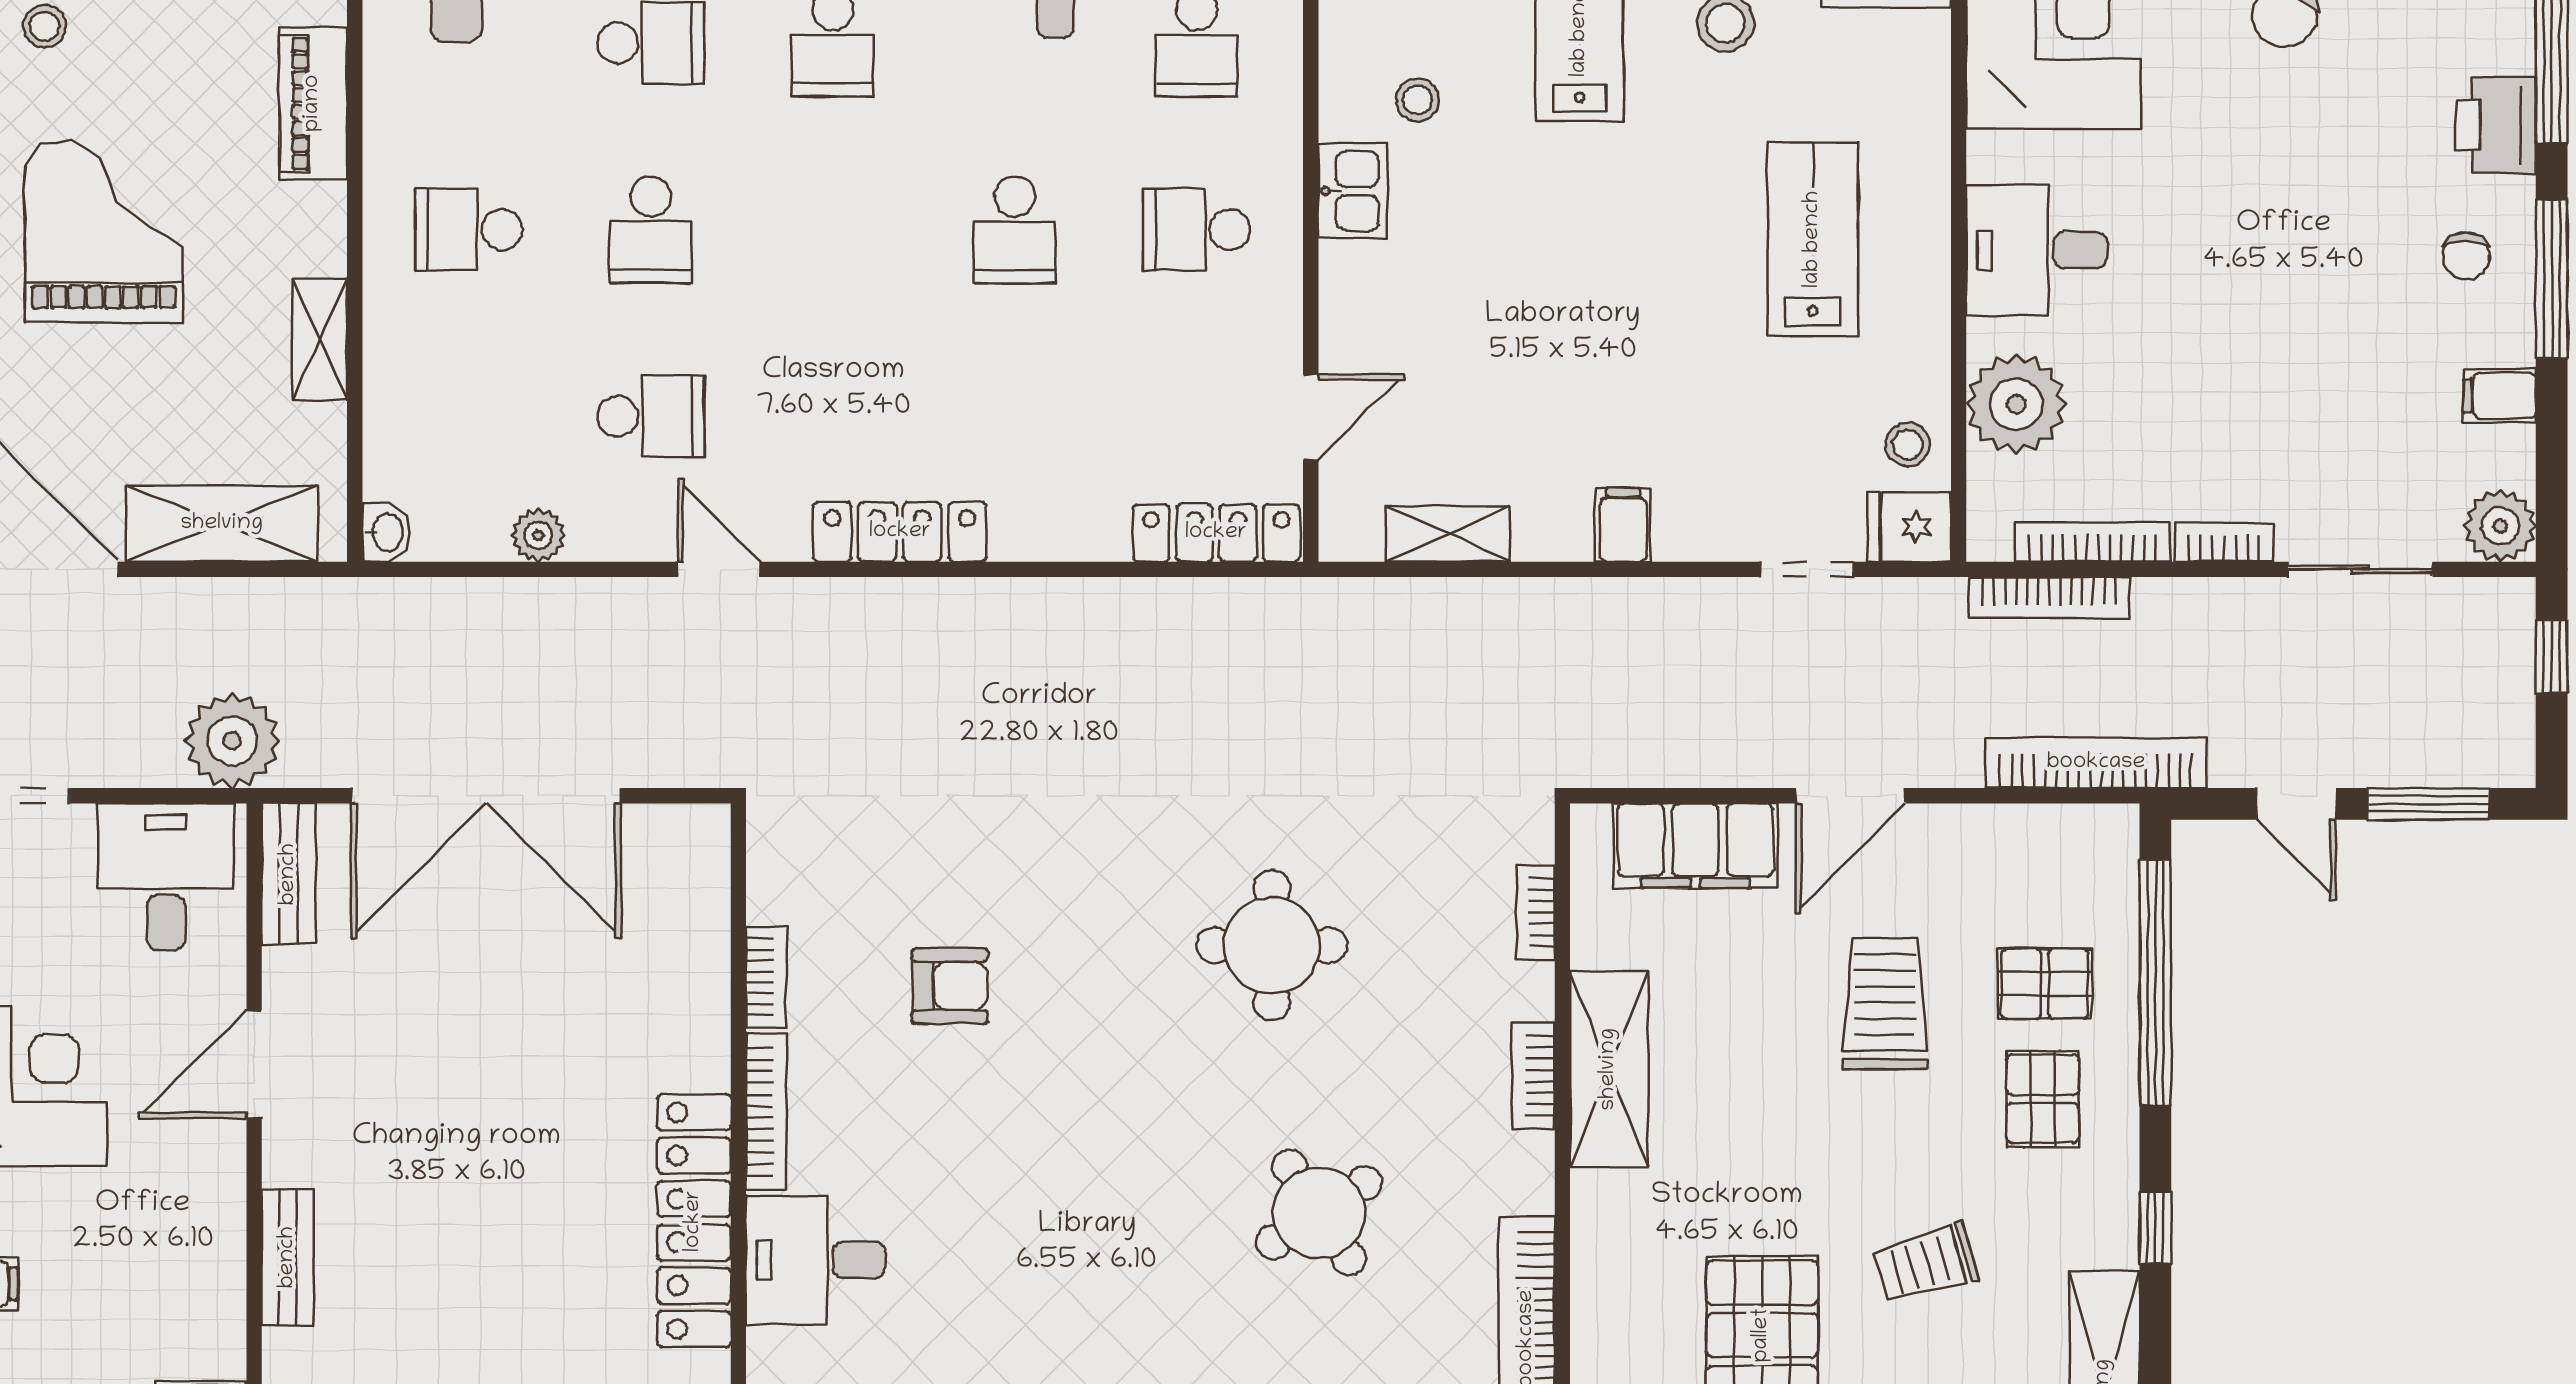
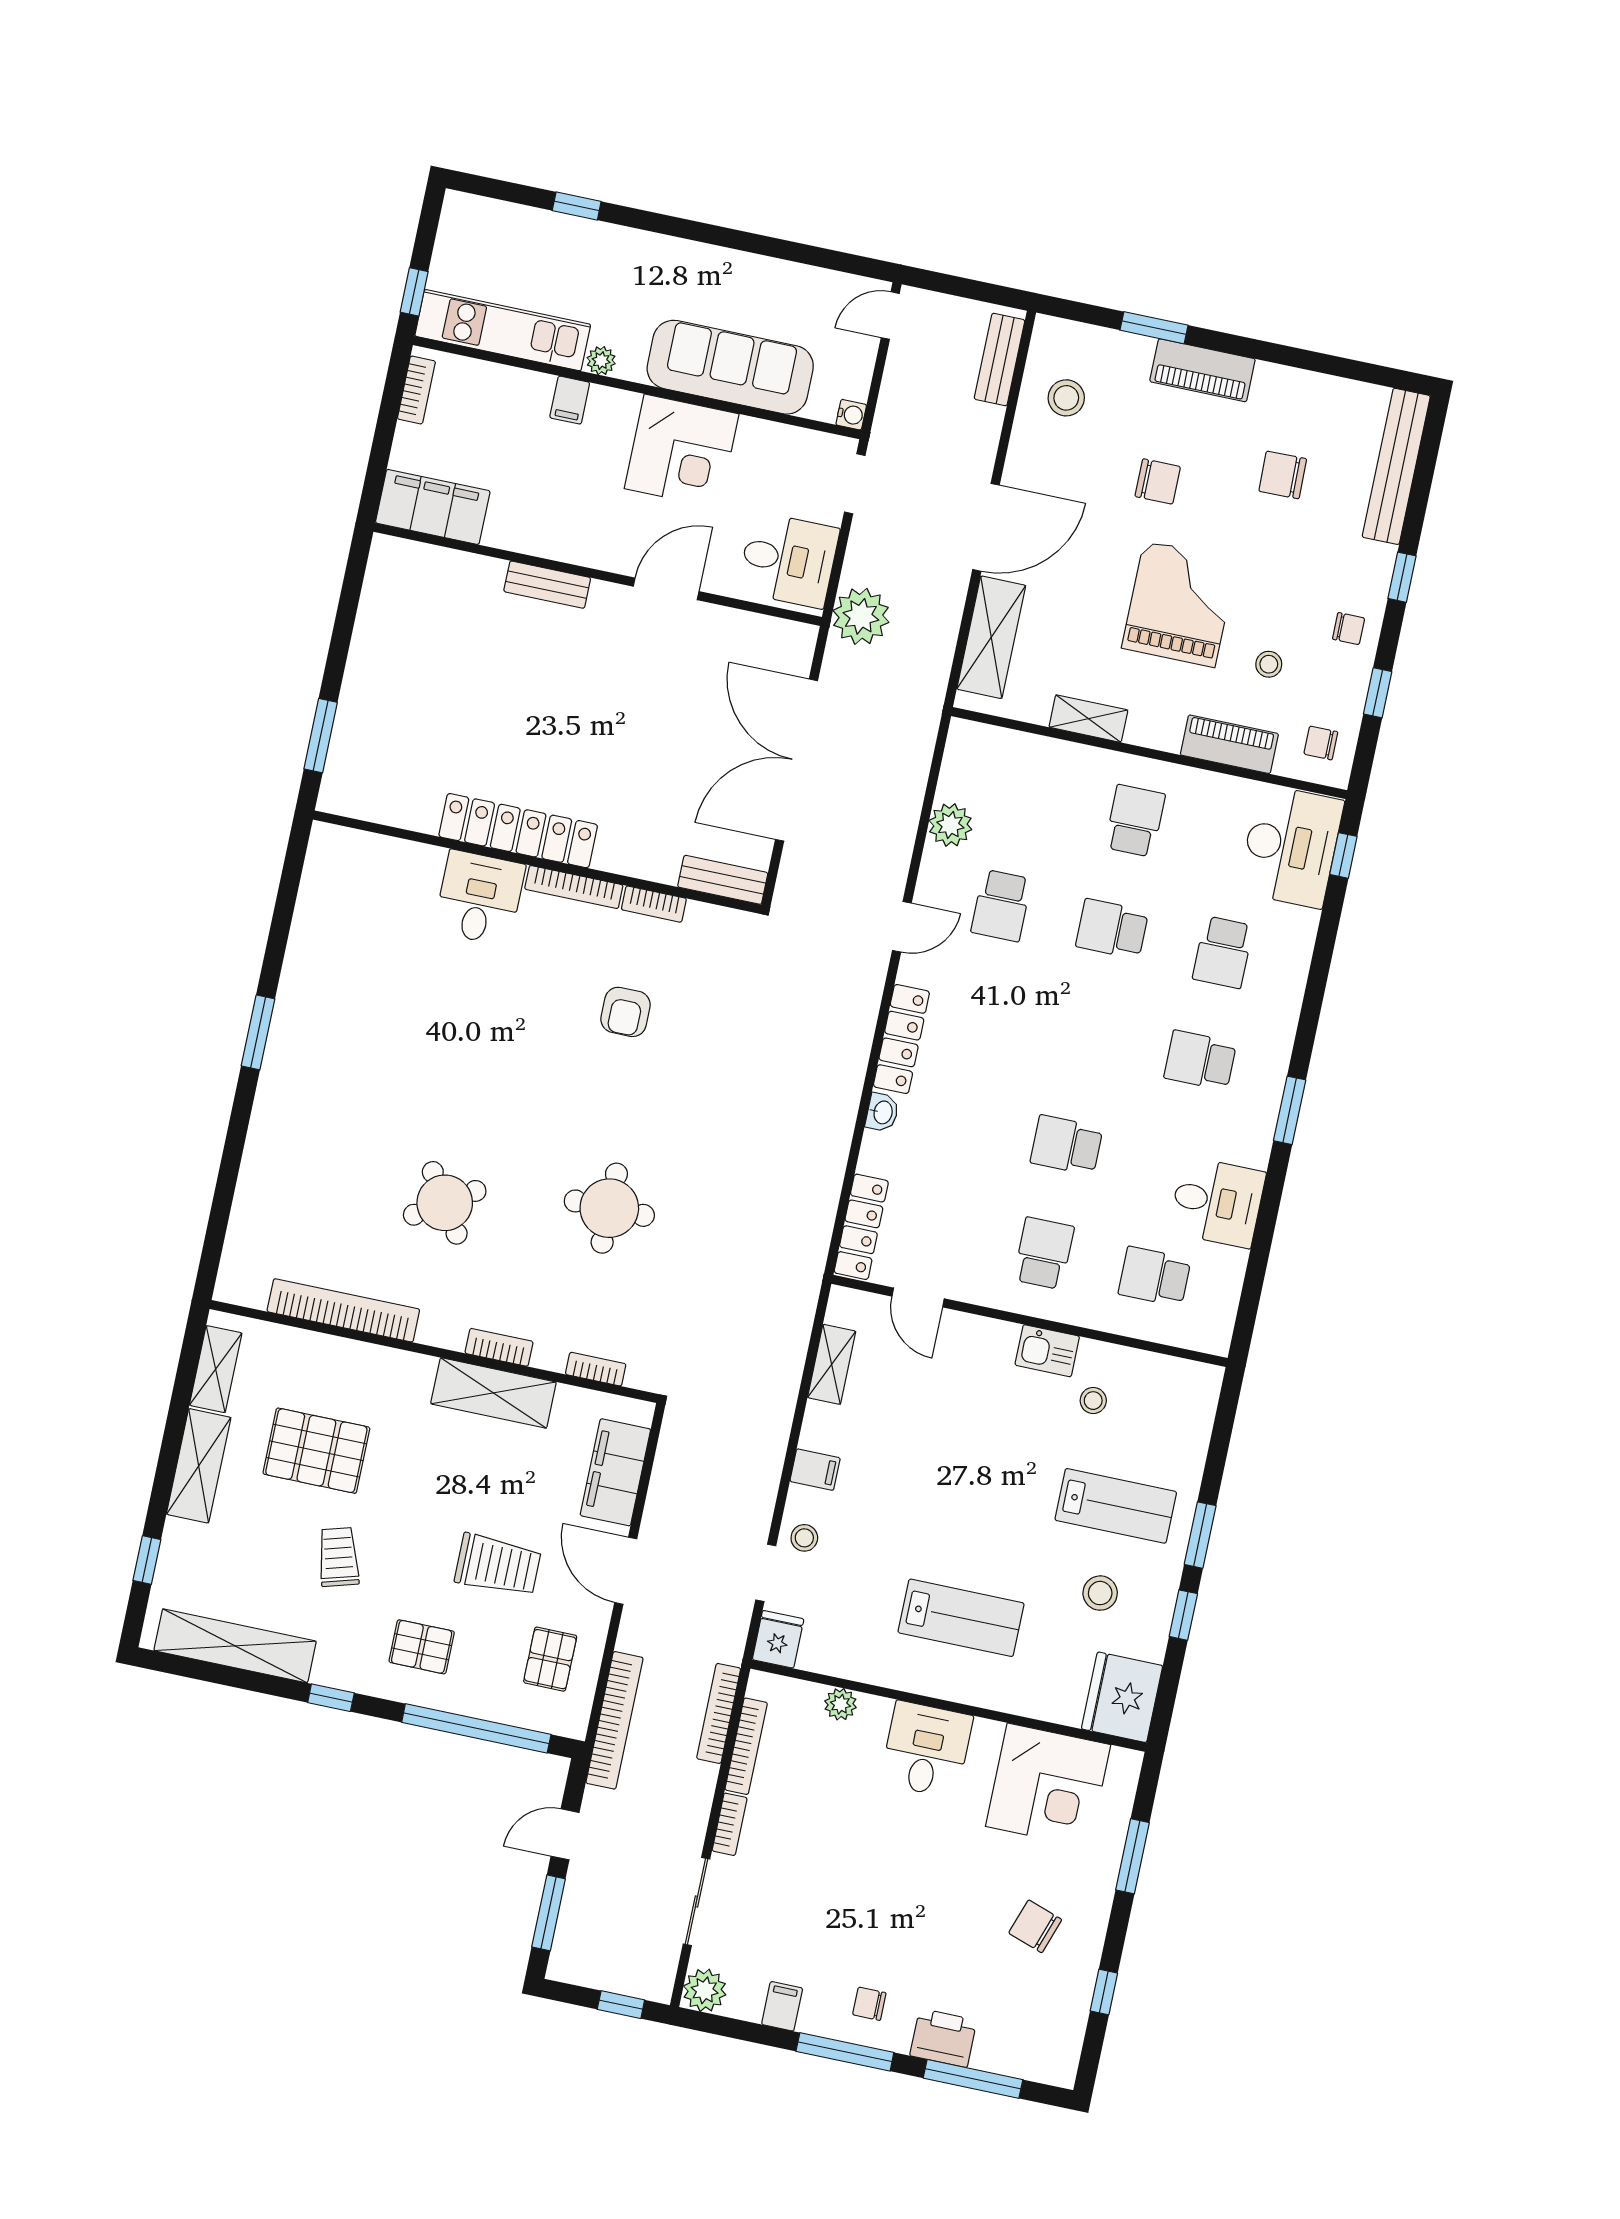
stool: (45, 26) -> (1269, 664), moved
grand piano: (104, 231) -> (1179, 604), turned -90
plant: (2016, 404) -> (841, 1704), width x0.53, depth x0.53
stool: (1908, 445) -> (804, 1538), moved
washbasin: (386, 532) -> (882, 1112), moved, turned -90
plant: (538, 535) -> (950, 825), width x1.38, depth x1.38
bench: (289, 874) -> (723, 880), moved
pallet: (2045, 984) -> (550, 1659), moved
door: (254, 1064) -> (666, 589), hinge flipped

